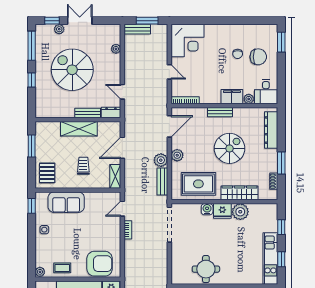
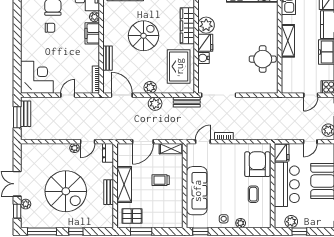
bench: (137, 29) -> (26, 114), moved
plant: (116, 49) -> (75, 148), moved
spiral stairs: (72, 70) -> (66, 191), turned -90
bench: (220, 112) -> (108, 58), moved
bench: (88, 113) -> (109, 192), moved
door: (122, 148) -> (143, 142), hinge flipped
spiral stairs: (230, 148) -> (143, 36), turned 90
pallet: (47, 173) -> (132, 216), moved
bench: (162, 181) -> (187, 102), moved
sofa: (66, 202) -> (197, 191), width x1.36
door: (122, 209) -> (203, 142), swing flipped
coffee table: (62, 268) -> (253, 194), moved
plant: (40, 272) -> (241, 223), moved

